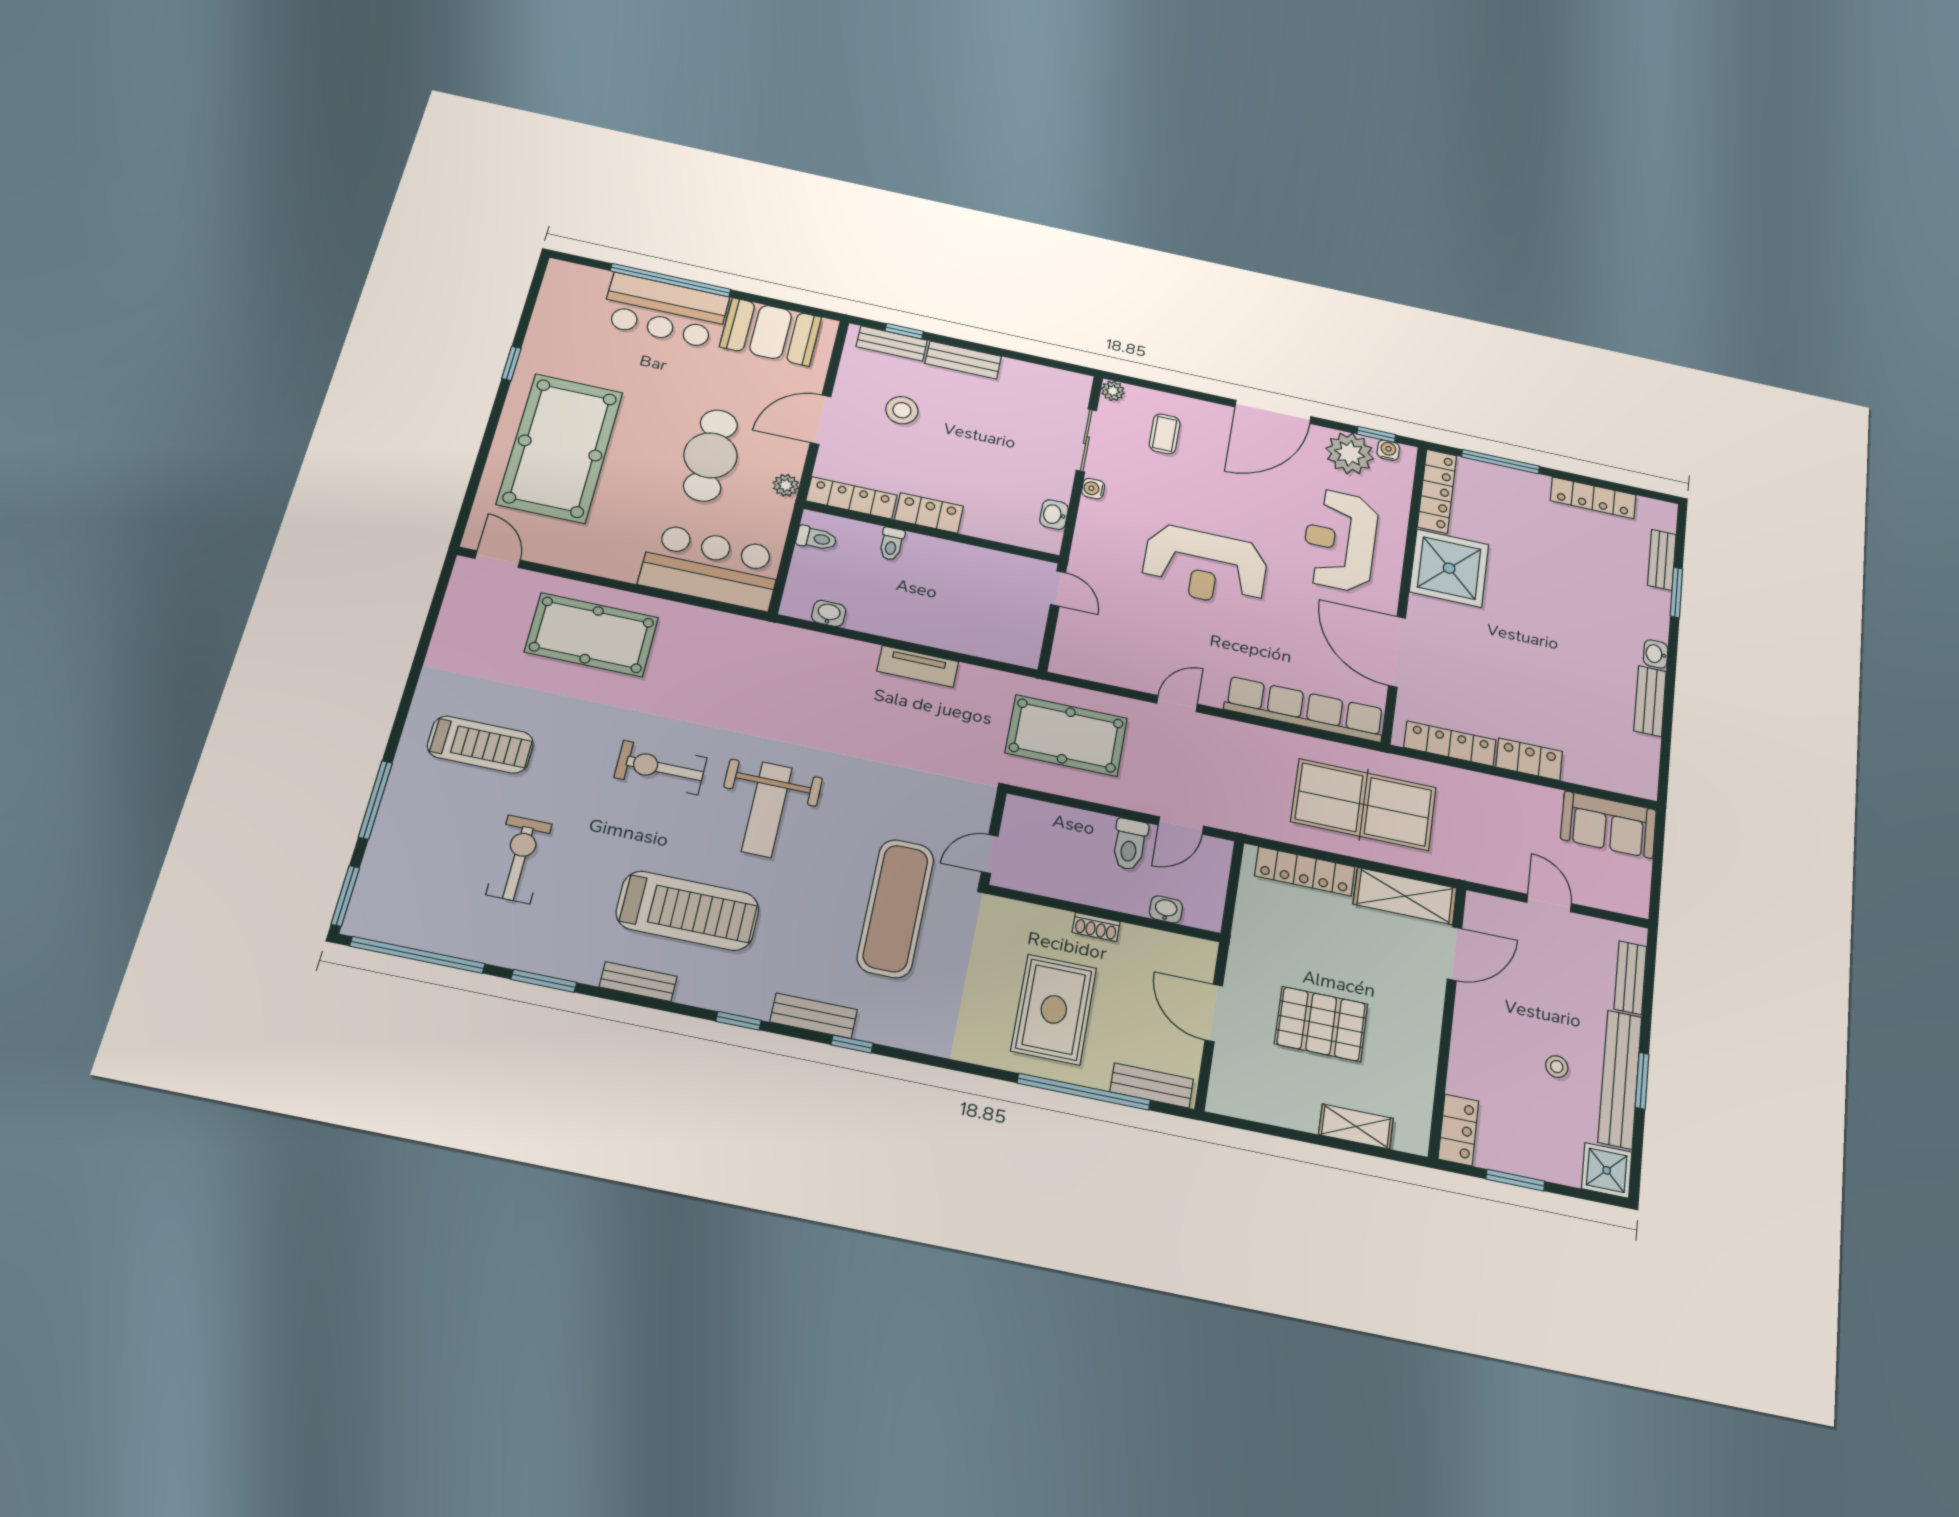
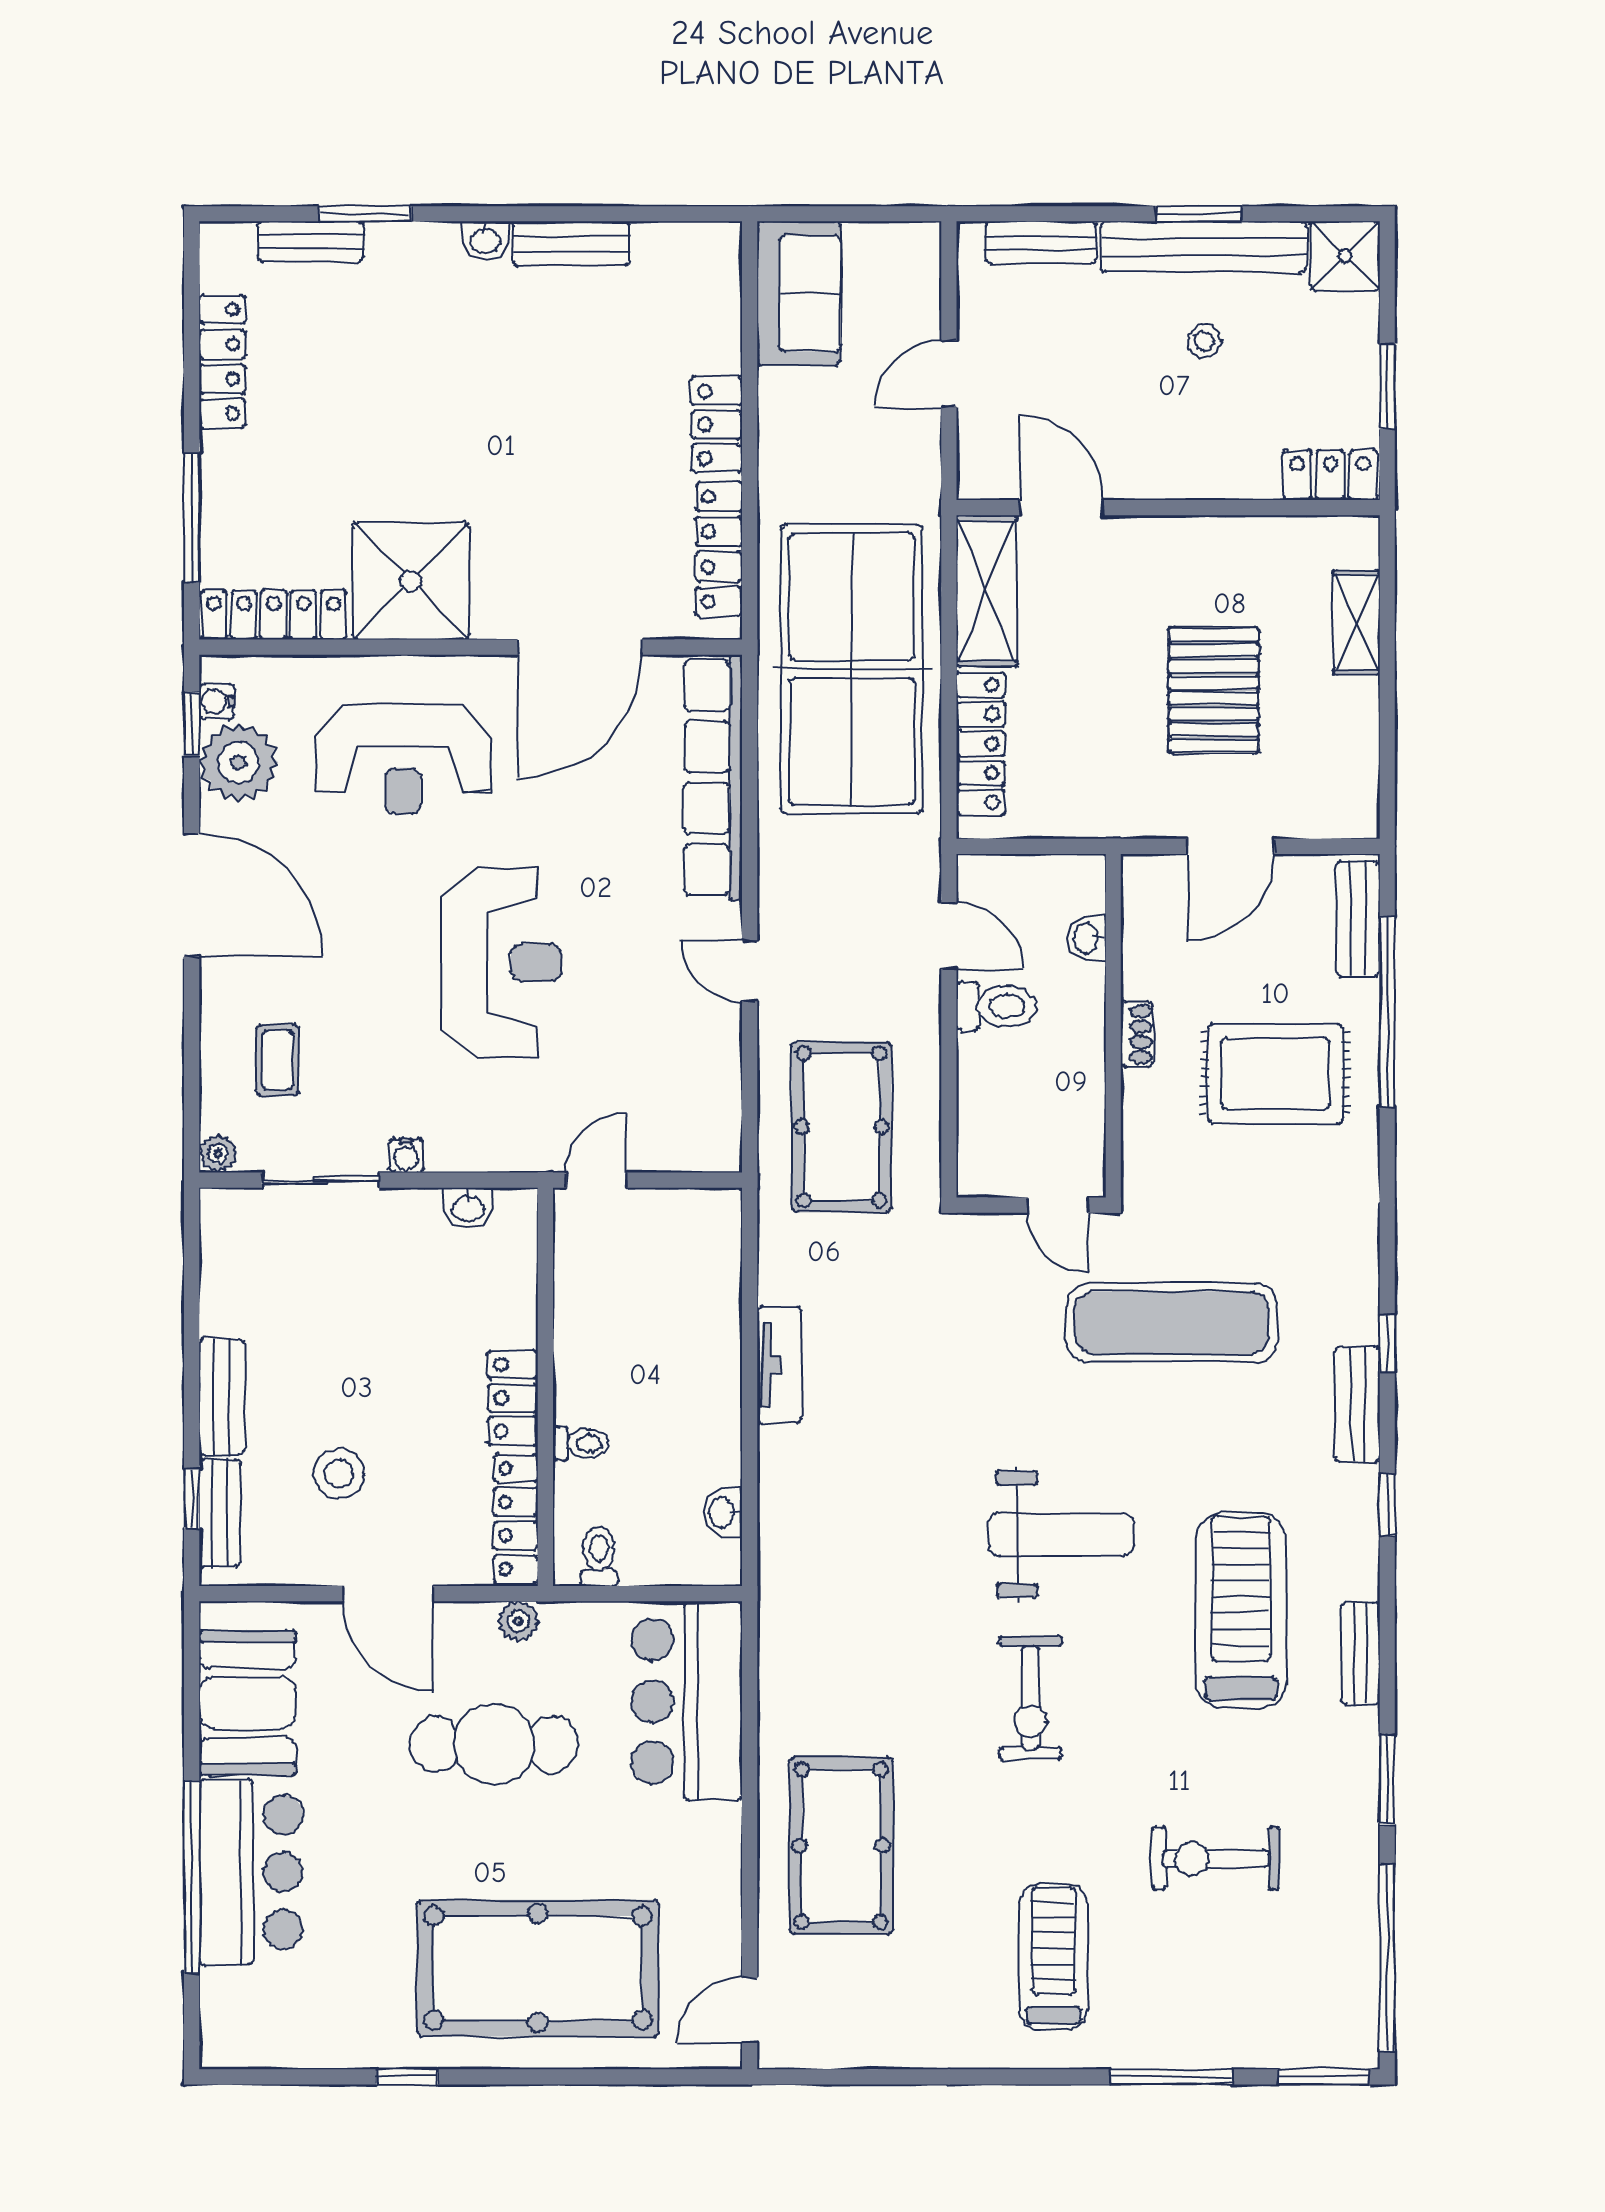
coffee table: (1165, 434) -> (278, 1060), turned 90
table tennis table: (1364, 804) -> (852, 669), width x1.36, depth x1.32

